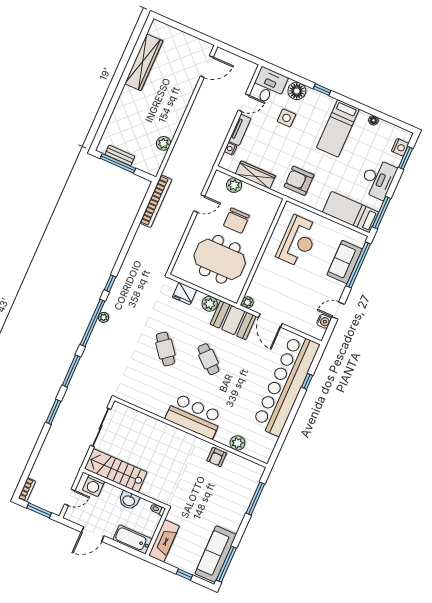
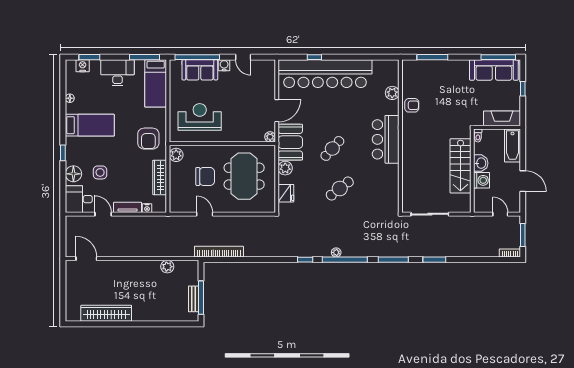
plant: (234, 185) -> (176, 155), moved
water cooler: (324, 321) -> (224, 65), moved
stairs: (116, 470) -> (460, 166), moved
washing machine: (94, 486) -> (482, 180), moved

